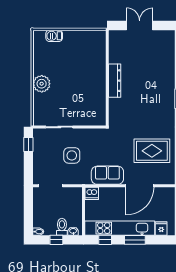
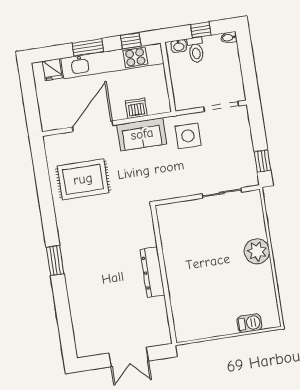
side table: (72, 155) -> (188, 136), moved
dishwasher: (92, 193) -> (136, 108), moved

